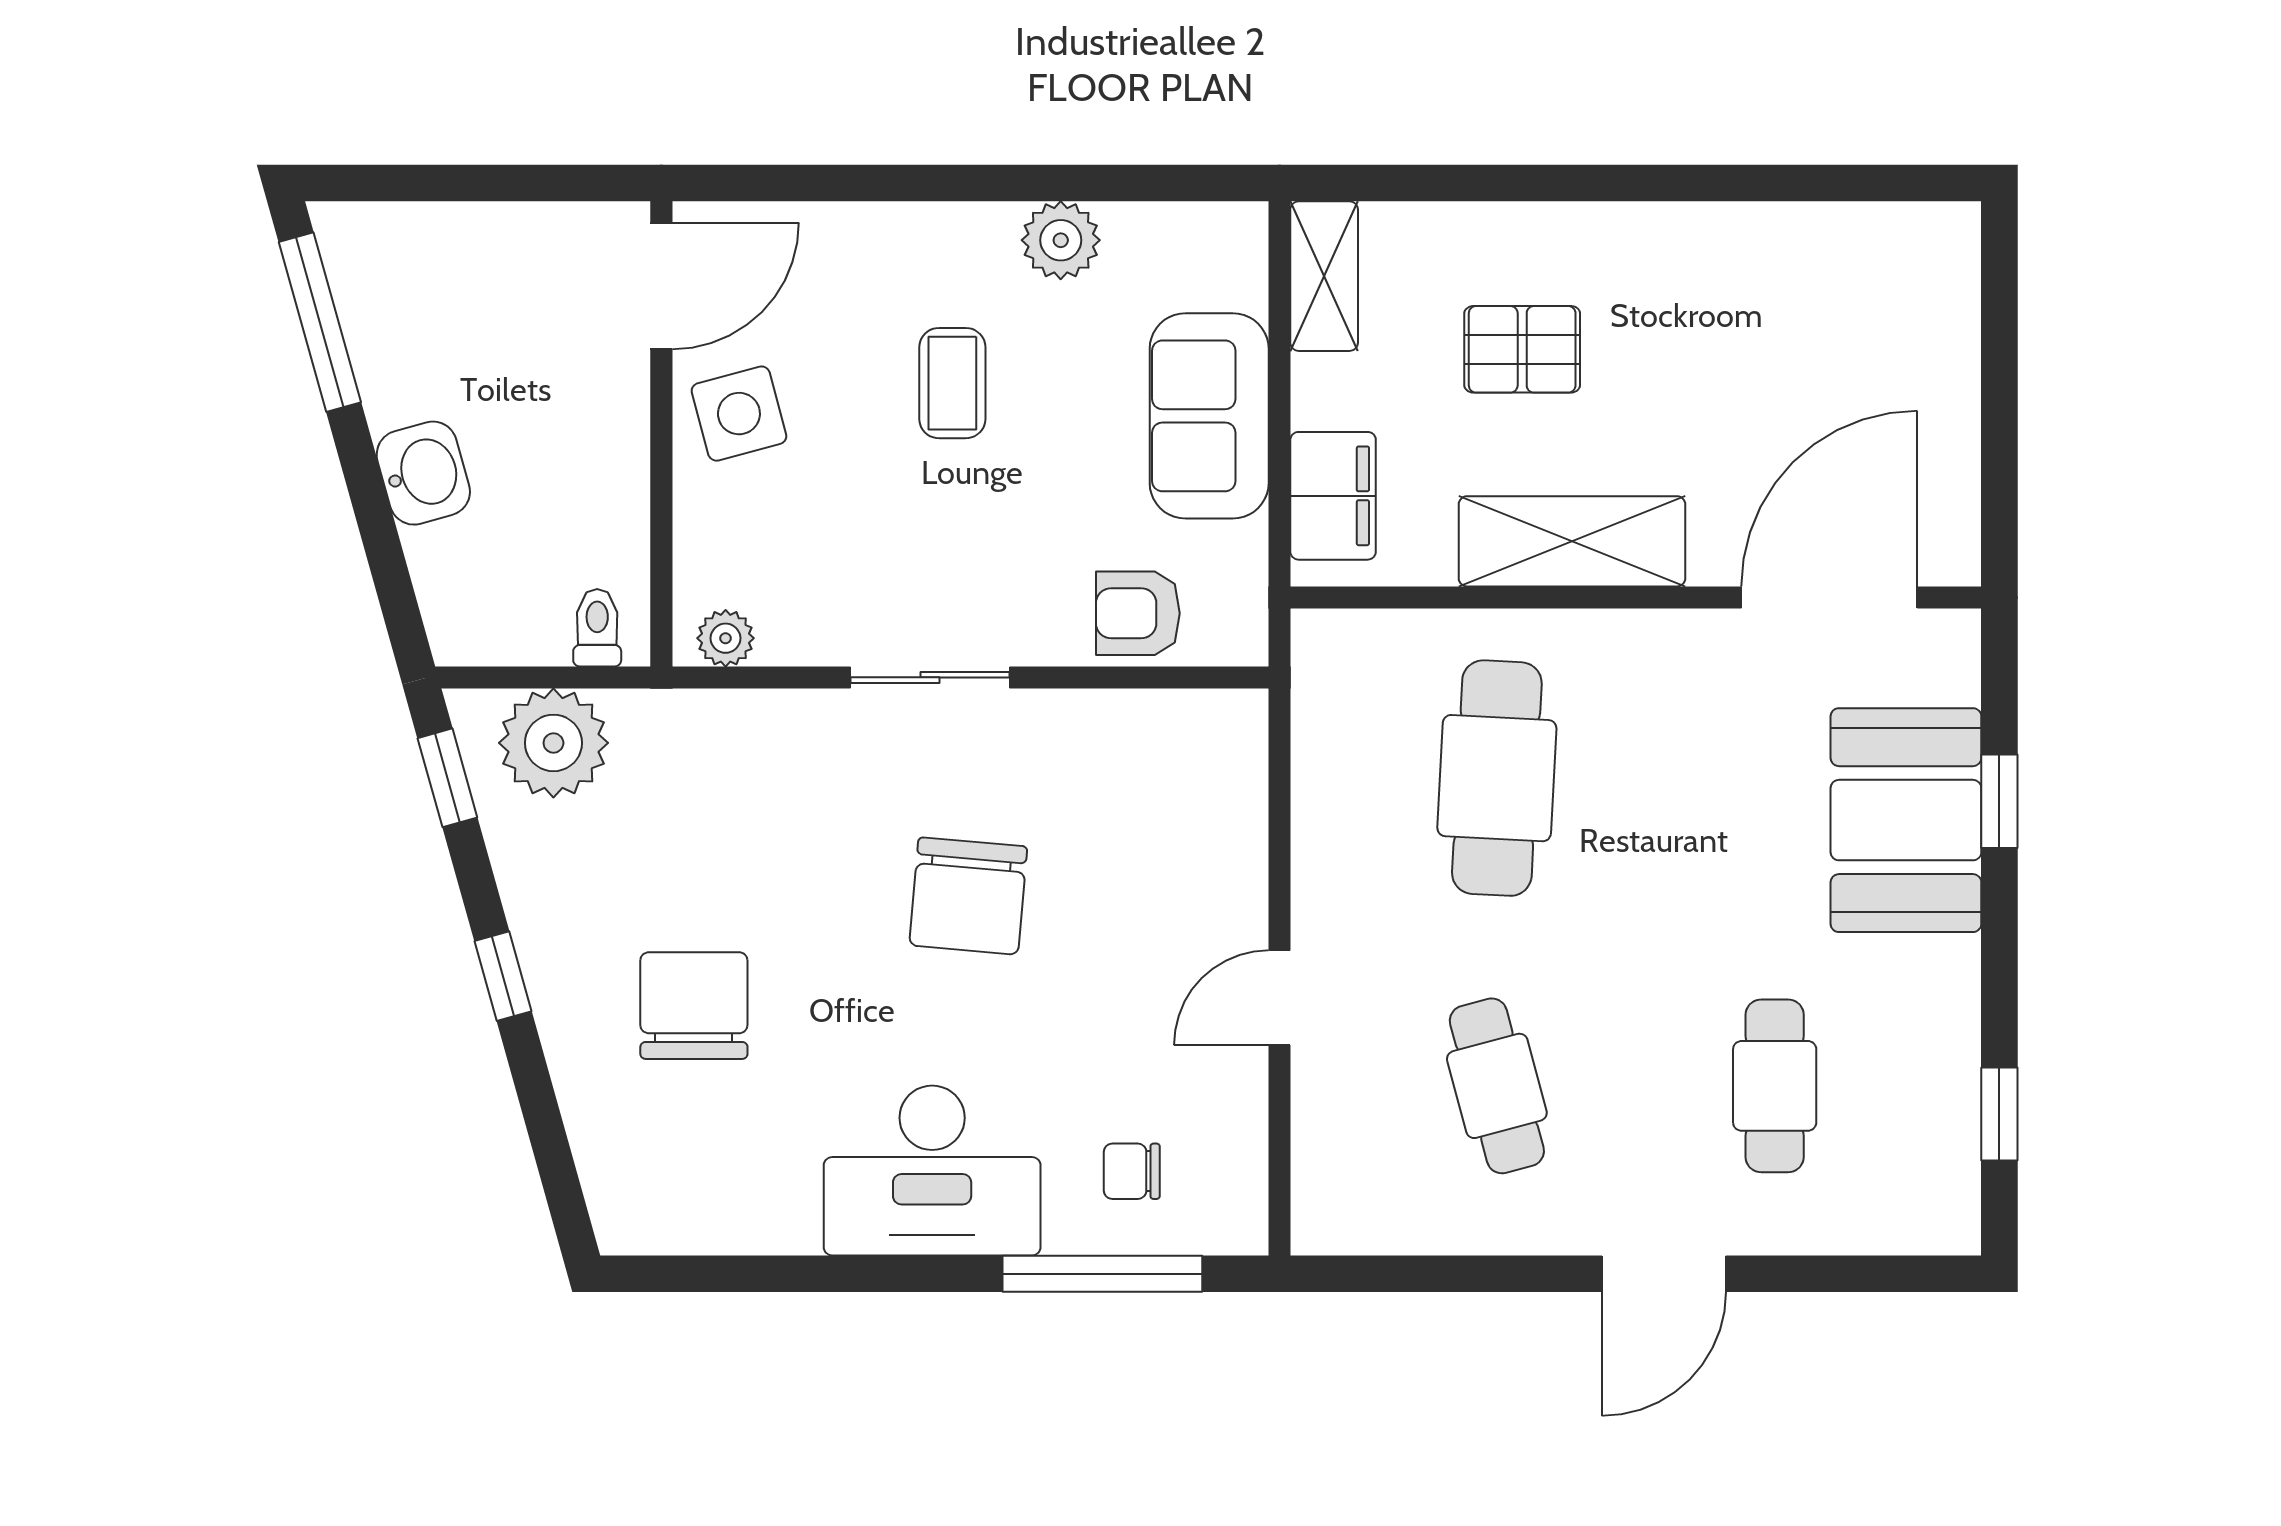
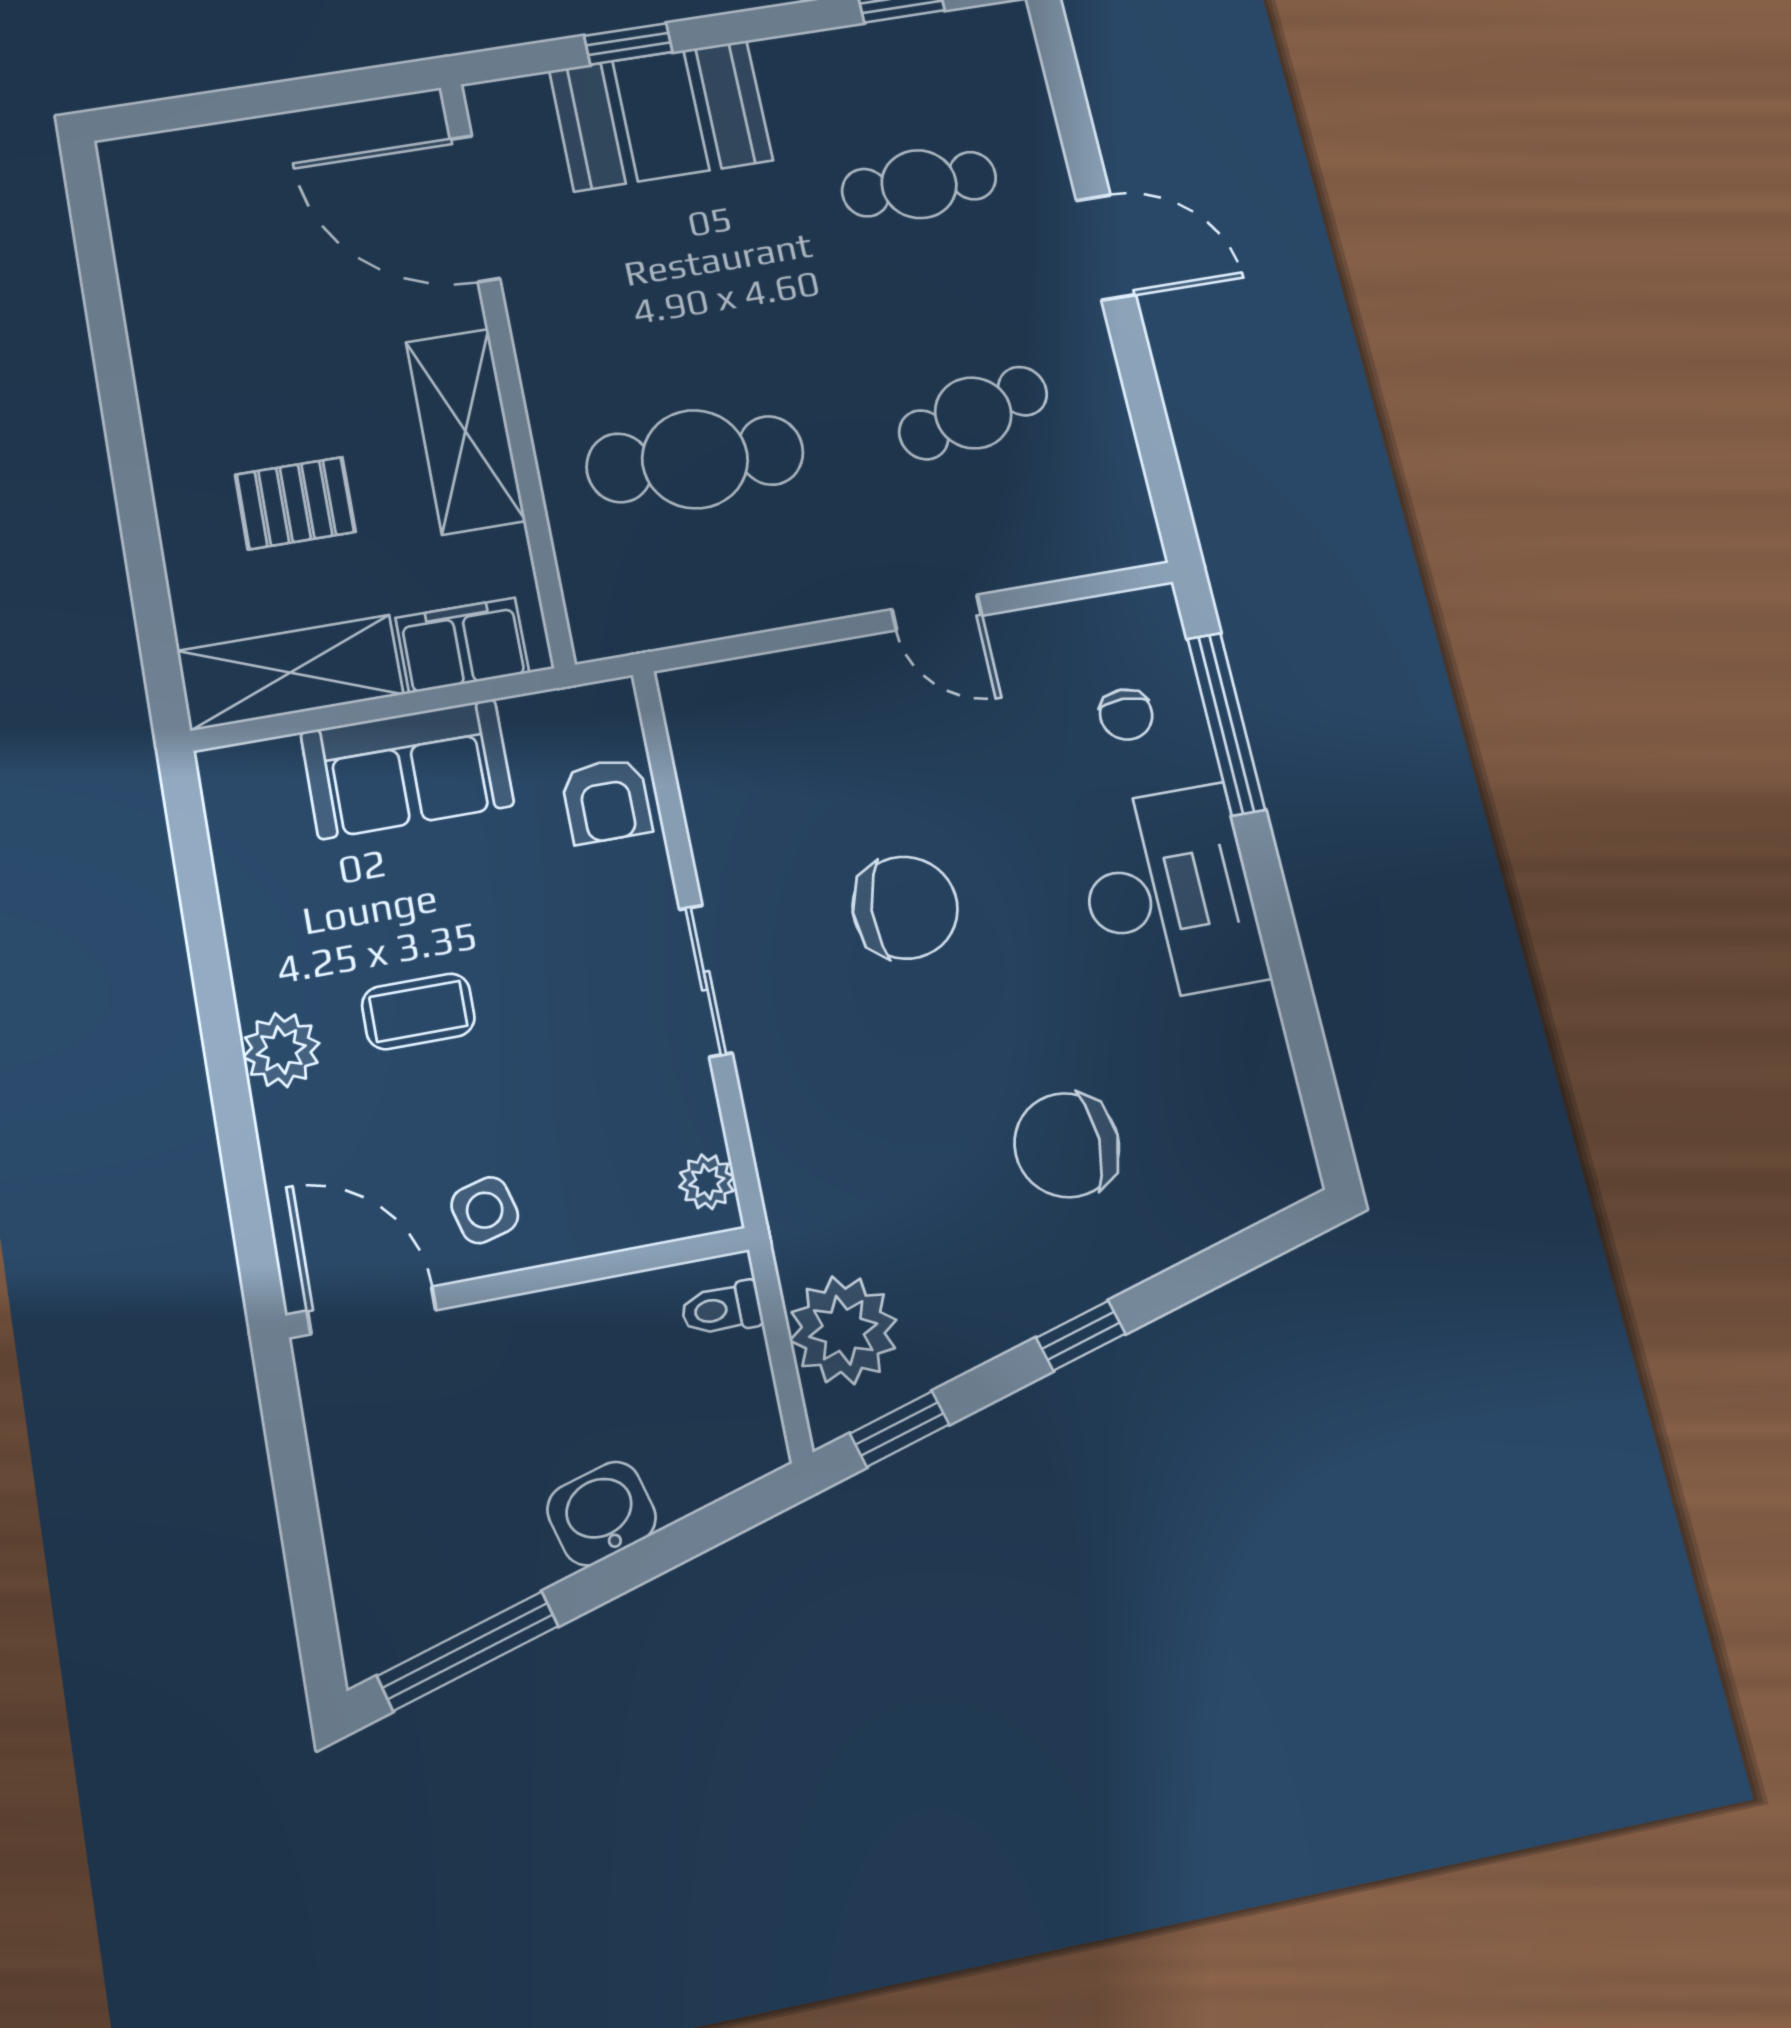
plant: (1061, 240) -> (281, 1050), moved
shelving: (1324, 276) -> (290, 673), width x1.50, depth x1.33
pallet: (1522, 349) -> (295, 503), turned 90
side table: (739, 414) -> (485, 1210), width x0.73, depth x0.73

